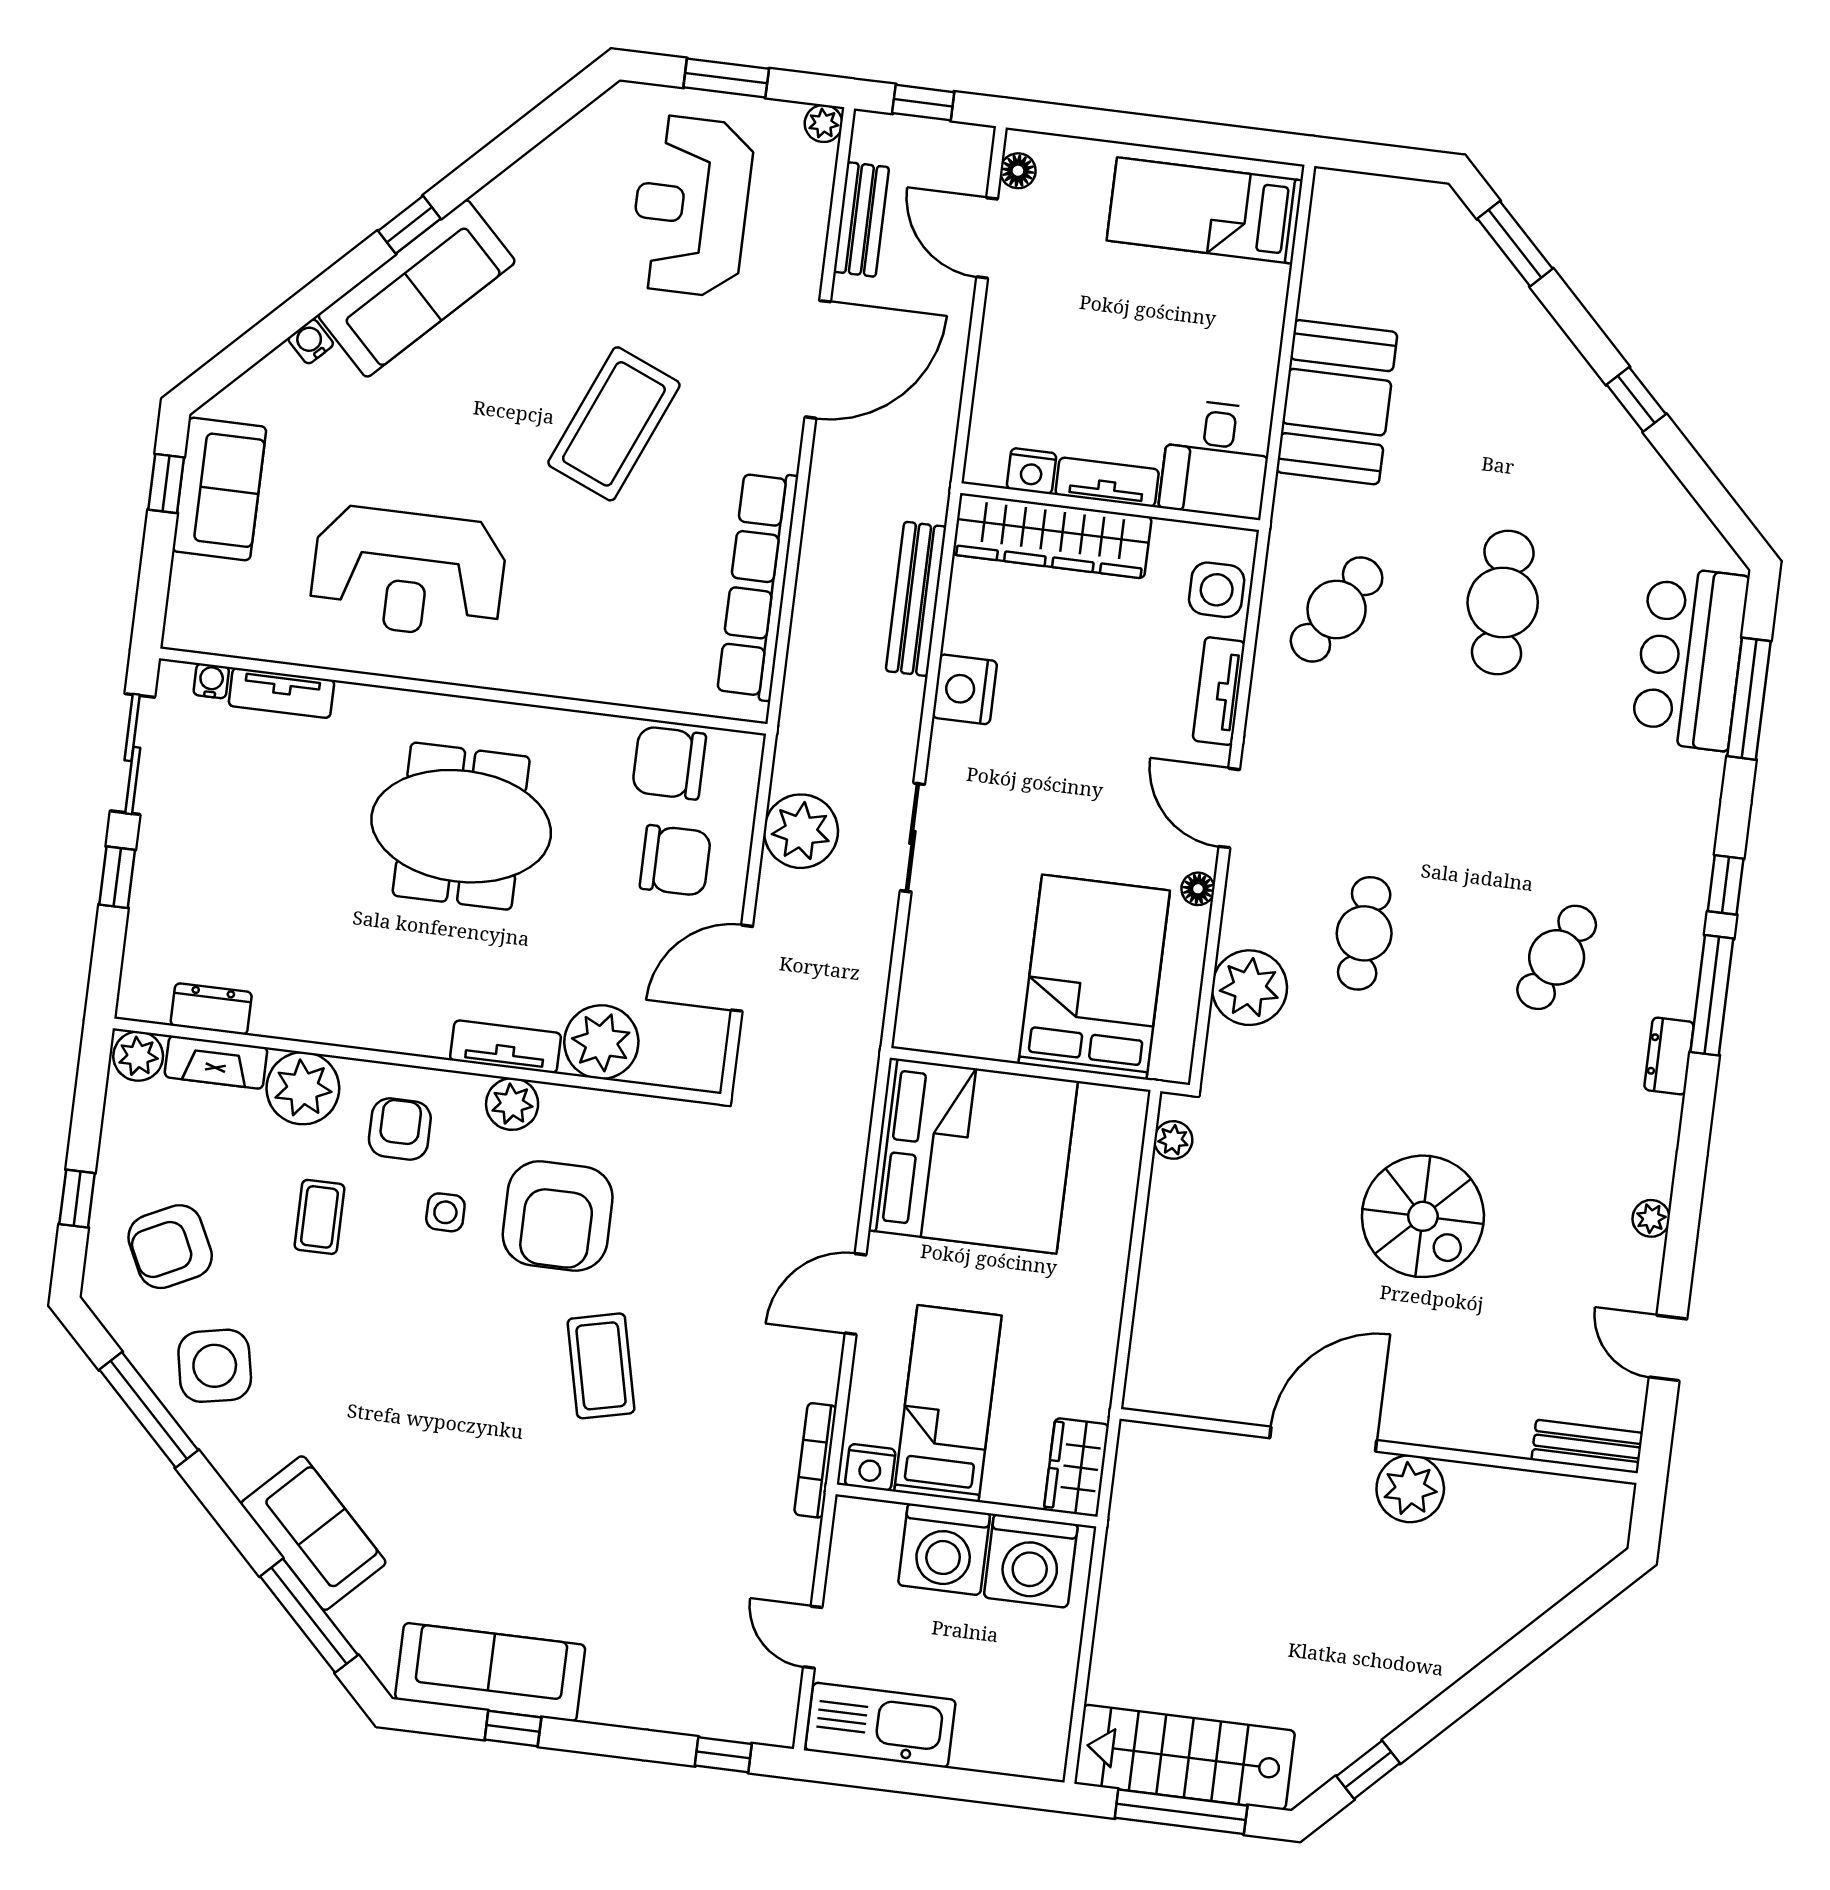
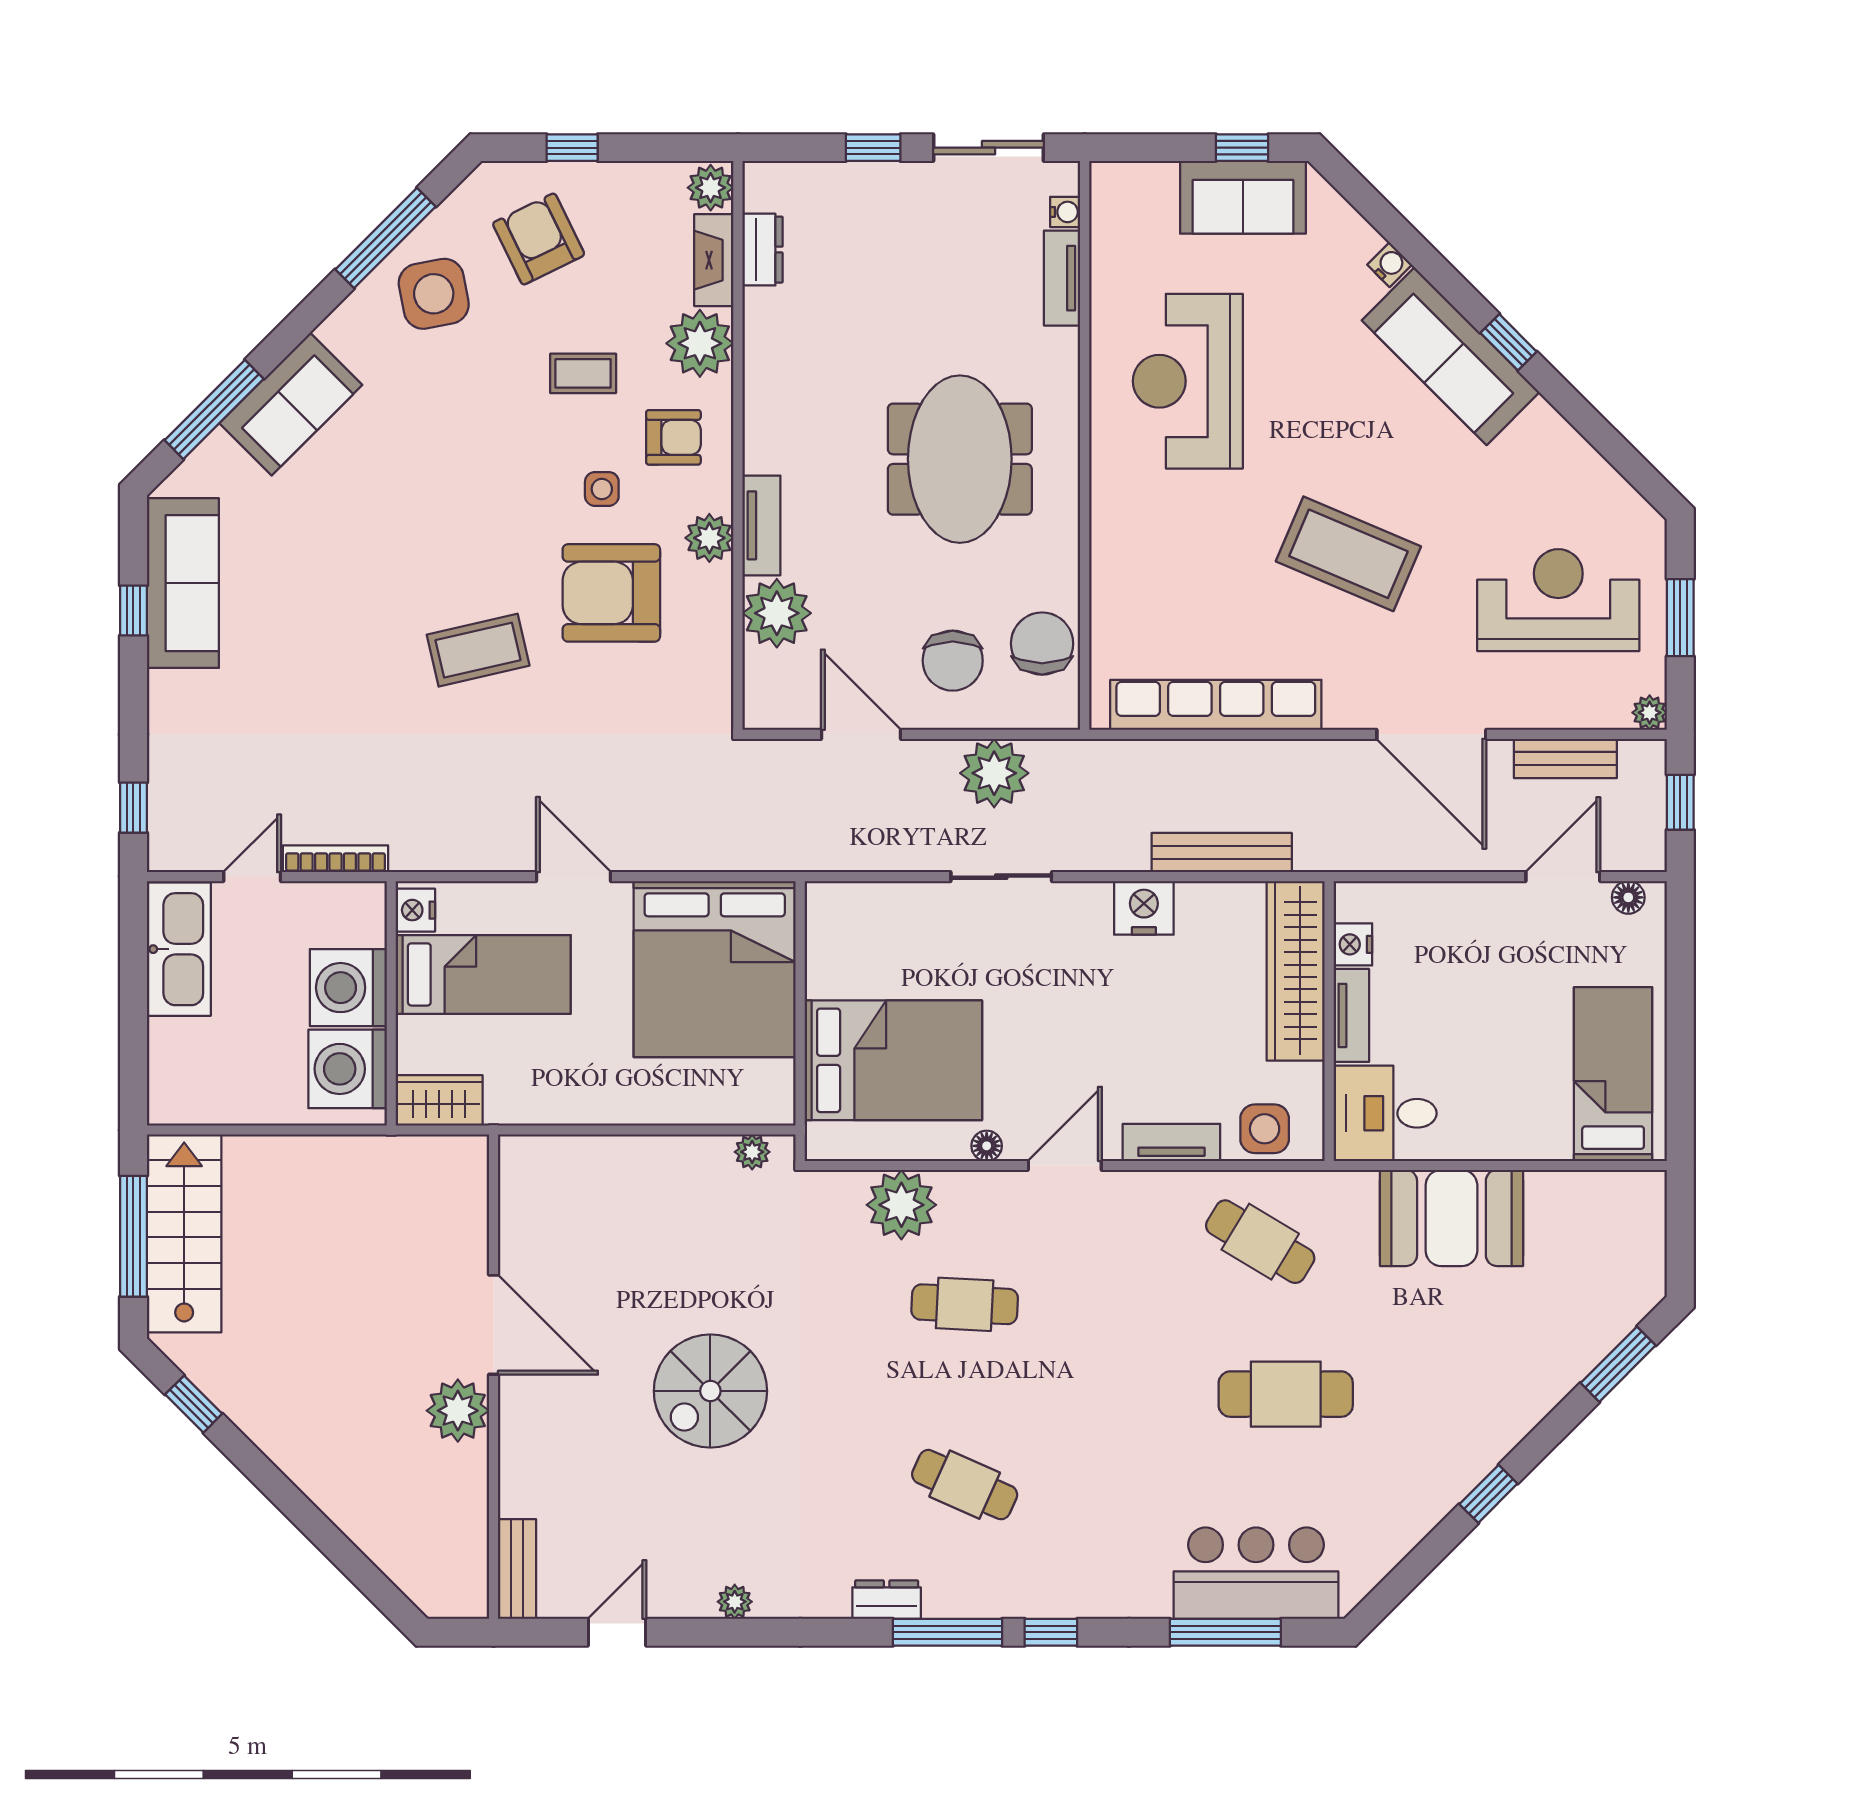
bookcase: (815, 1460) -> (335, 859), moved

